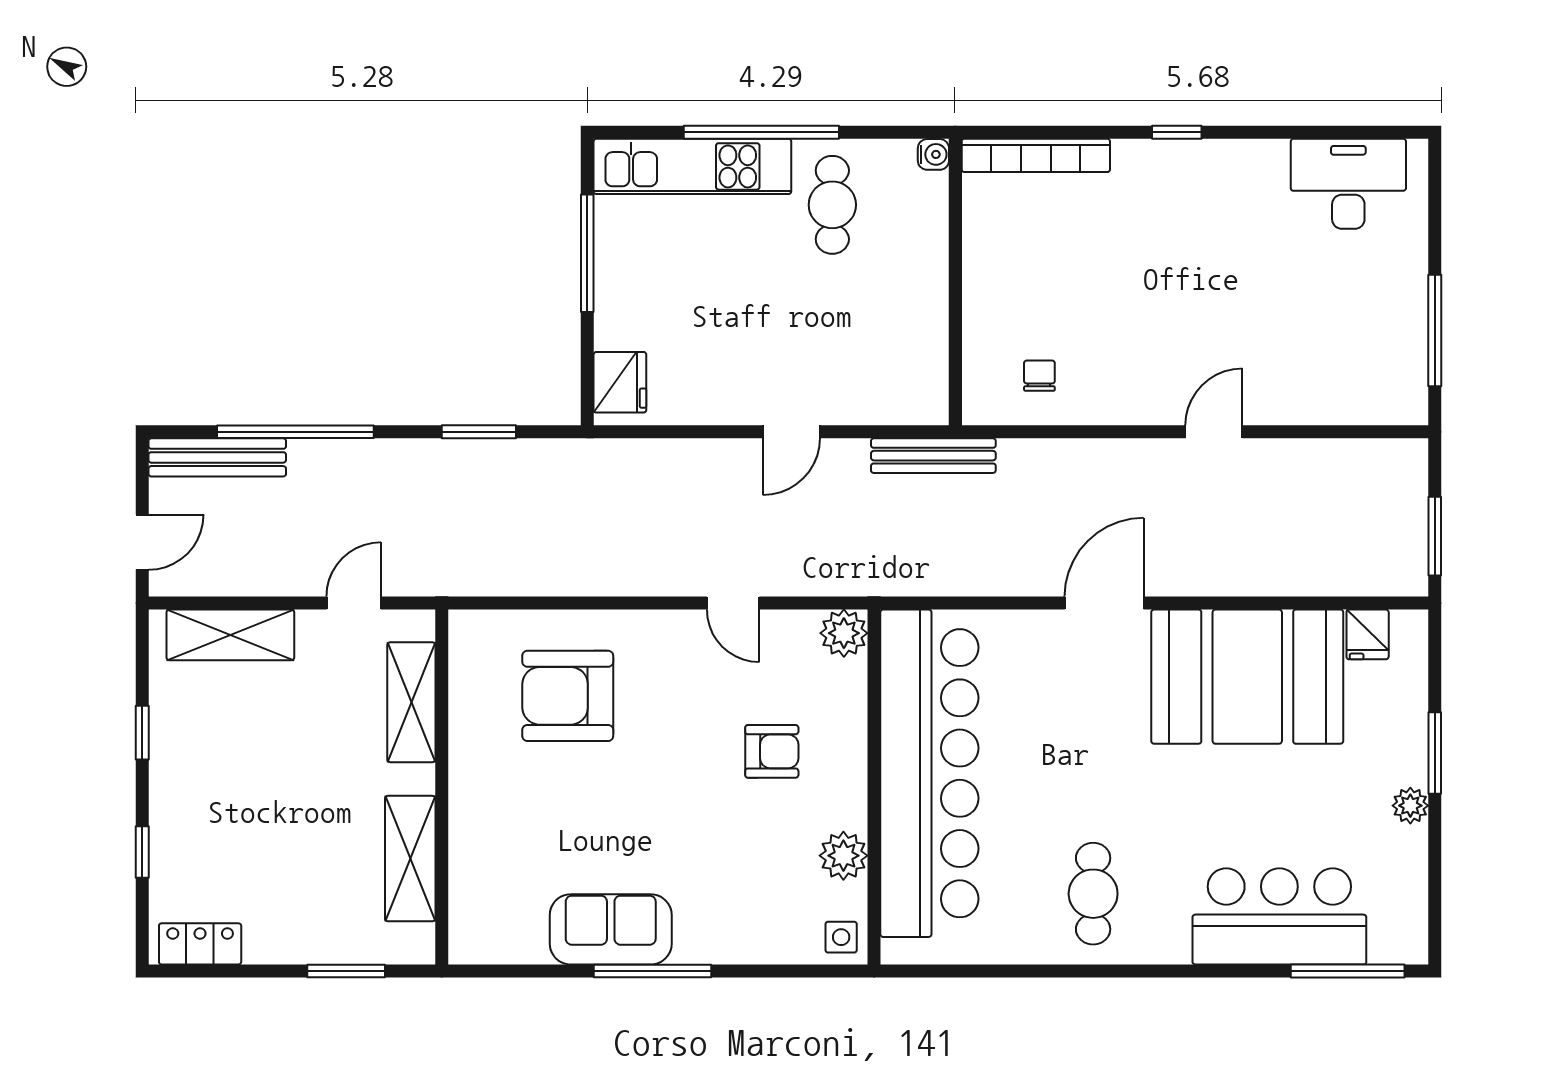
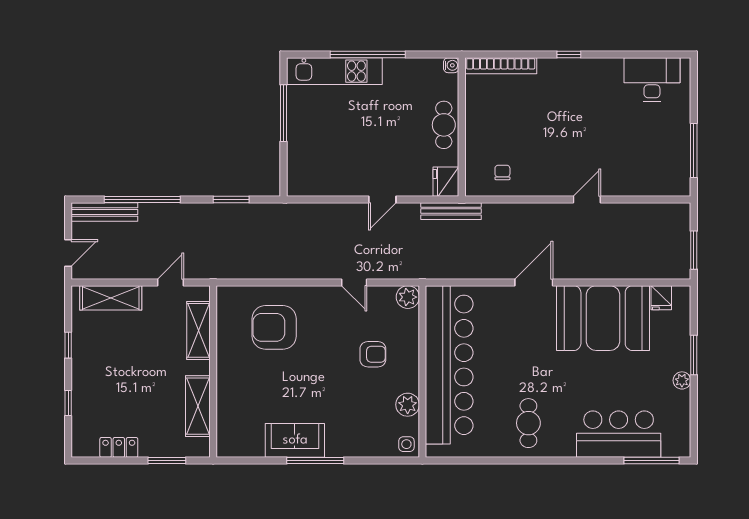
cafe table: (832, 205) -> (444, 125), moved
fridge: (620, 382) -> (446, 182), moved, turned 180
locker: (200, 944) -> (119, 447), moved

